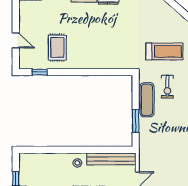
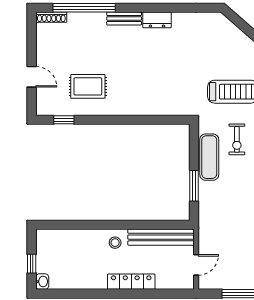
rug: (57, 48) -> (88, 86), turned 90

